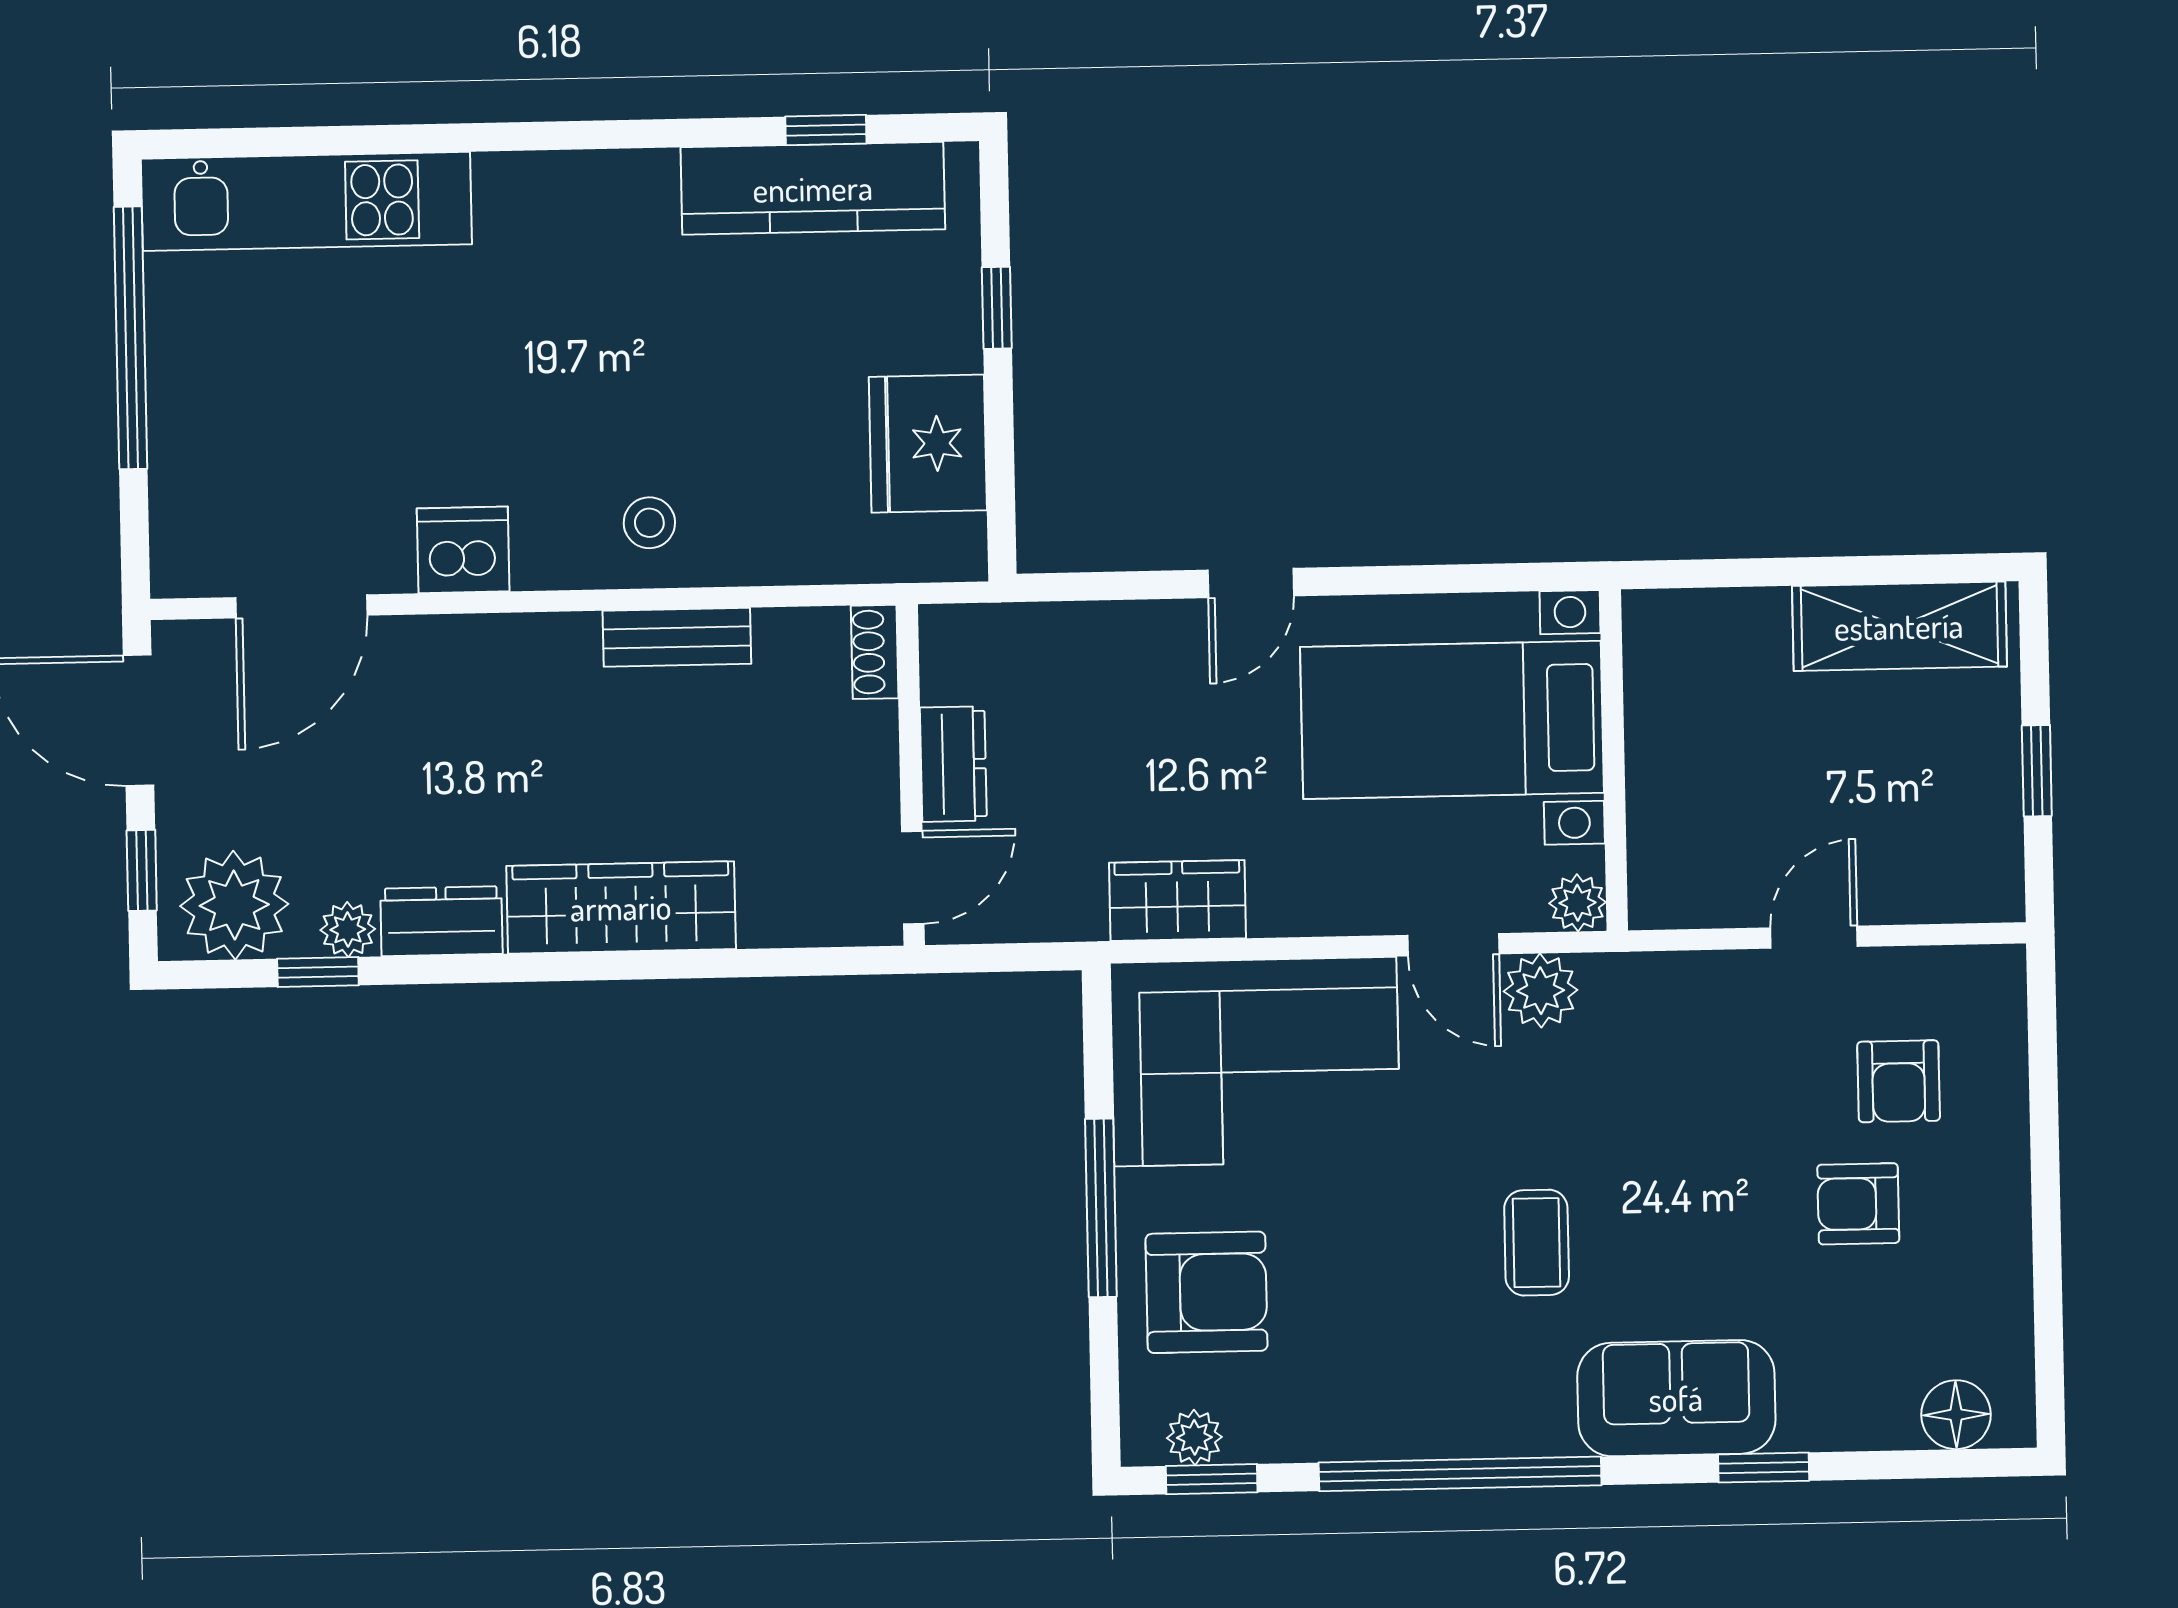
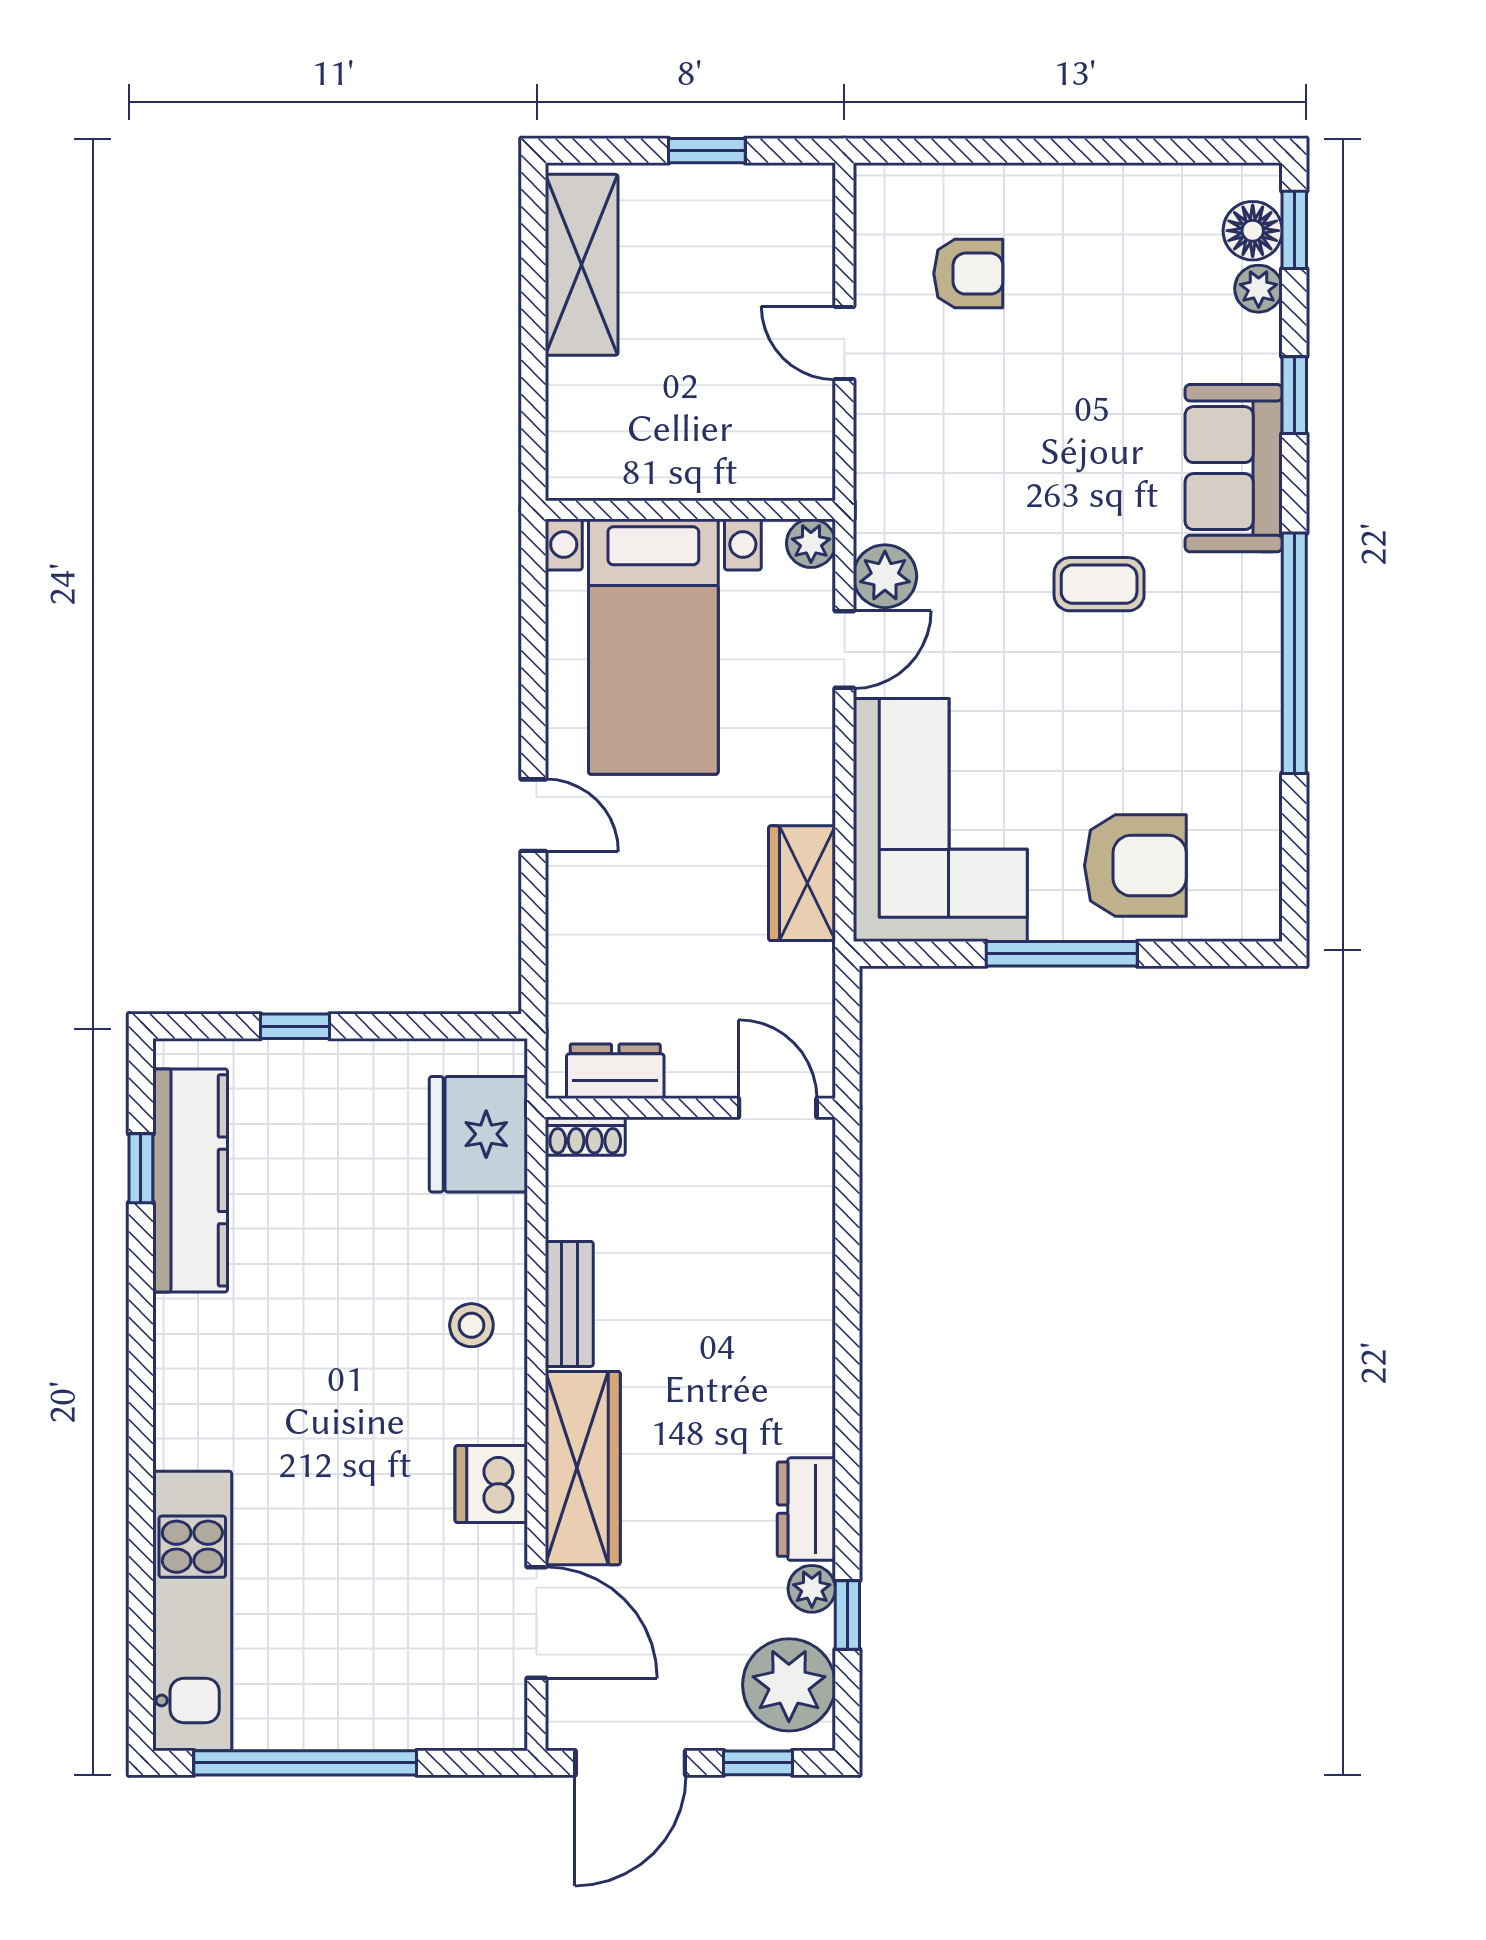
fridge: (928, 444) -> (478, 1134), moved, turned 90
dresser: (953, 764) -> (615, 1071), moved
wardrobe: (621, 907) -> (583, 1468), moved, turned 180
armchair: (1858, 1204) -> (1072, 310), removed
armchair: (1206, 1292) -> (1135, 866), turned 90
plant: (1194, 1437) -> (1259, 289), moved
window: (1212, 1479) -> (1294, 230), moved

